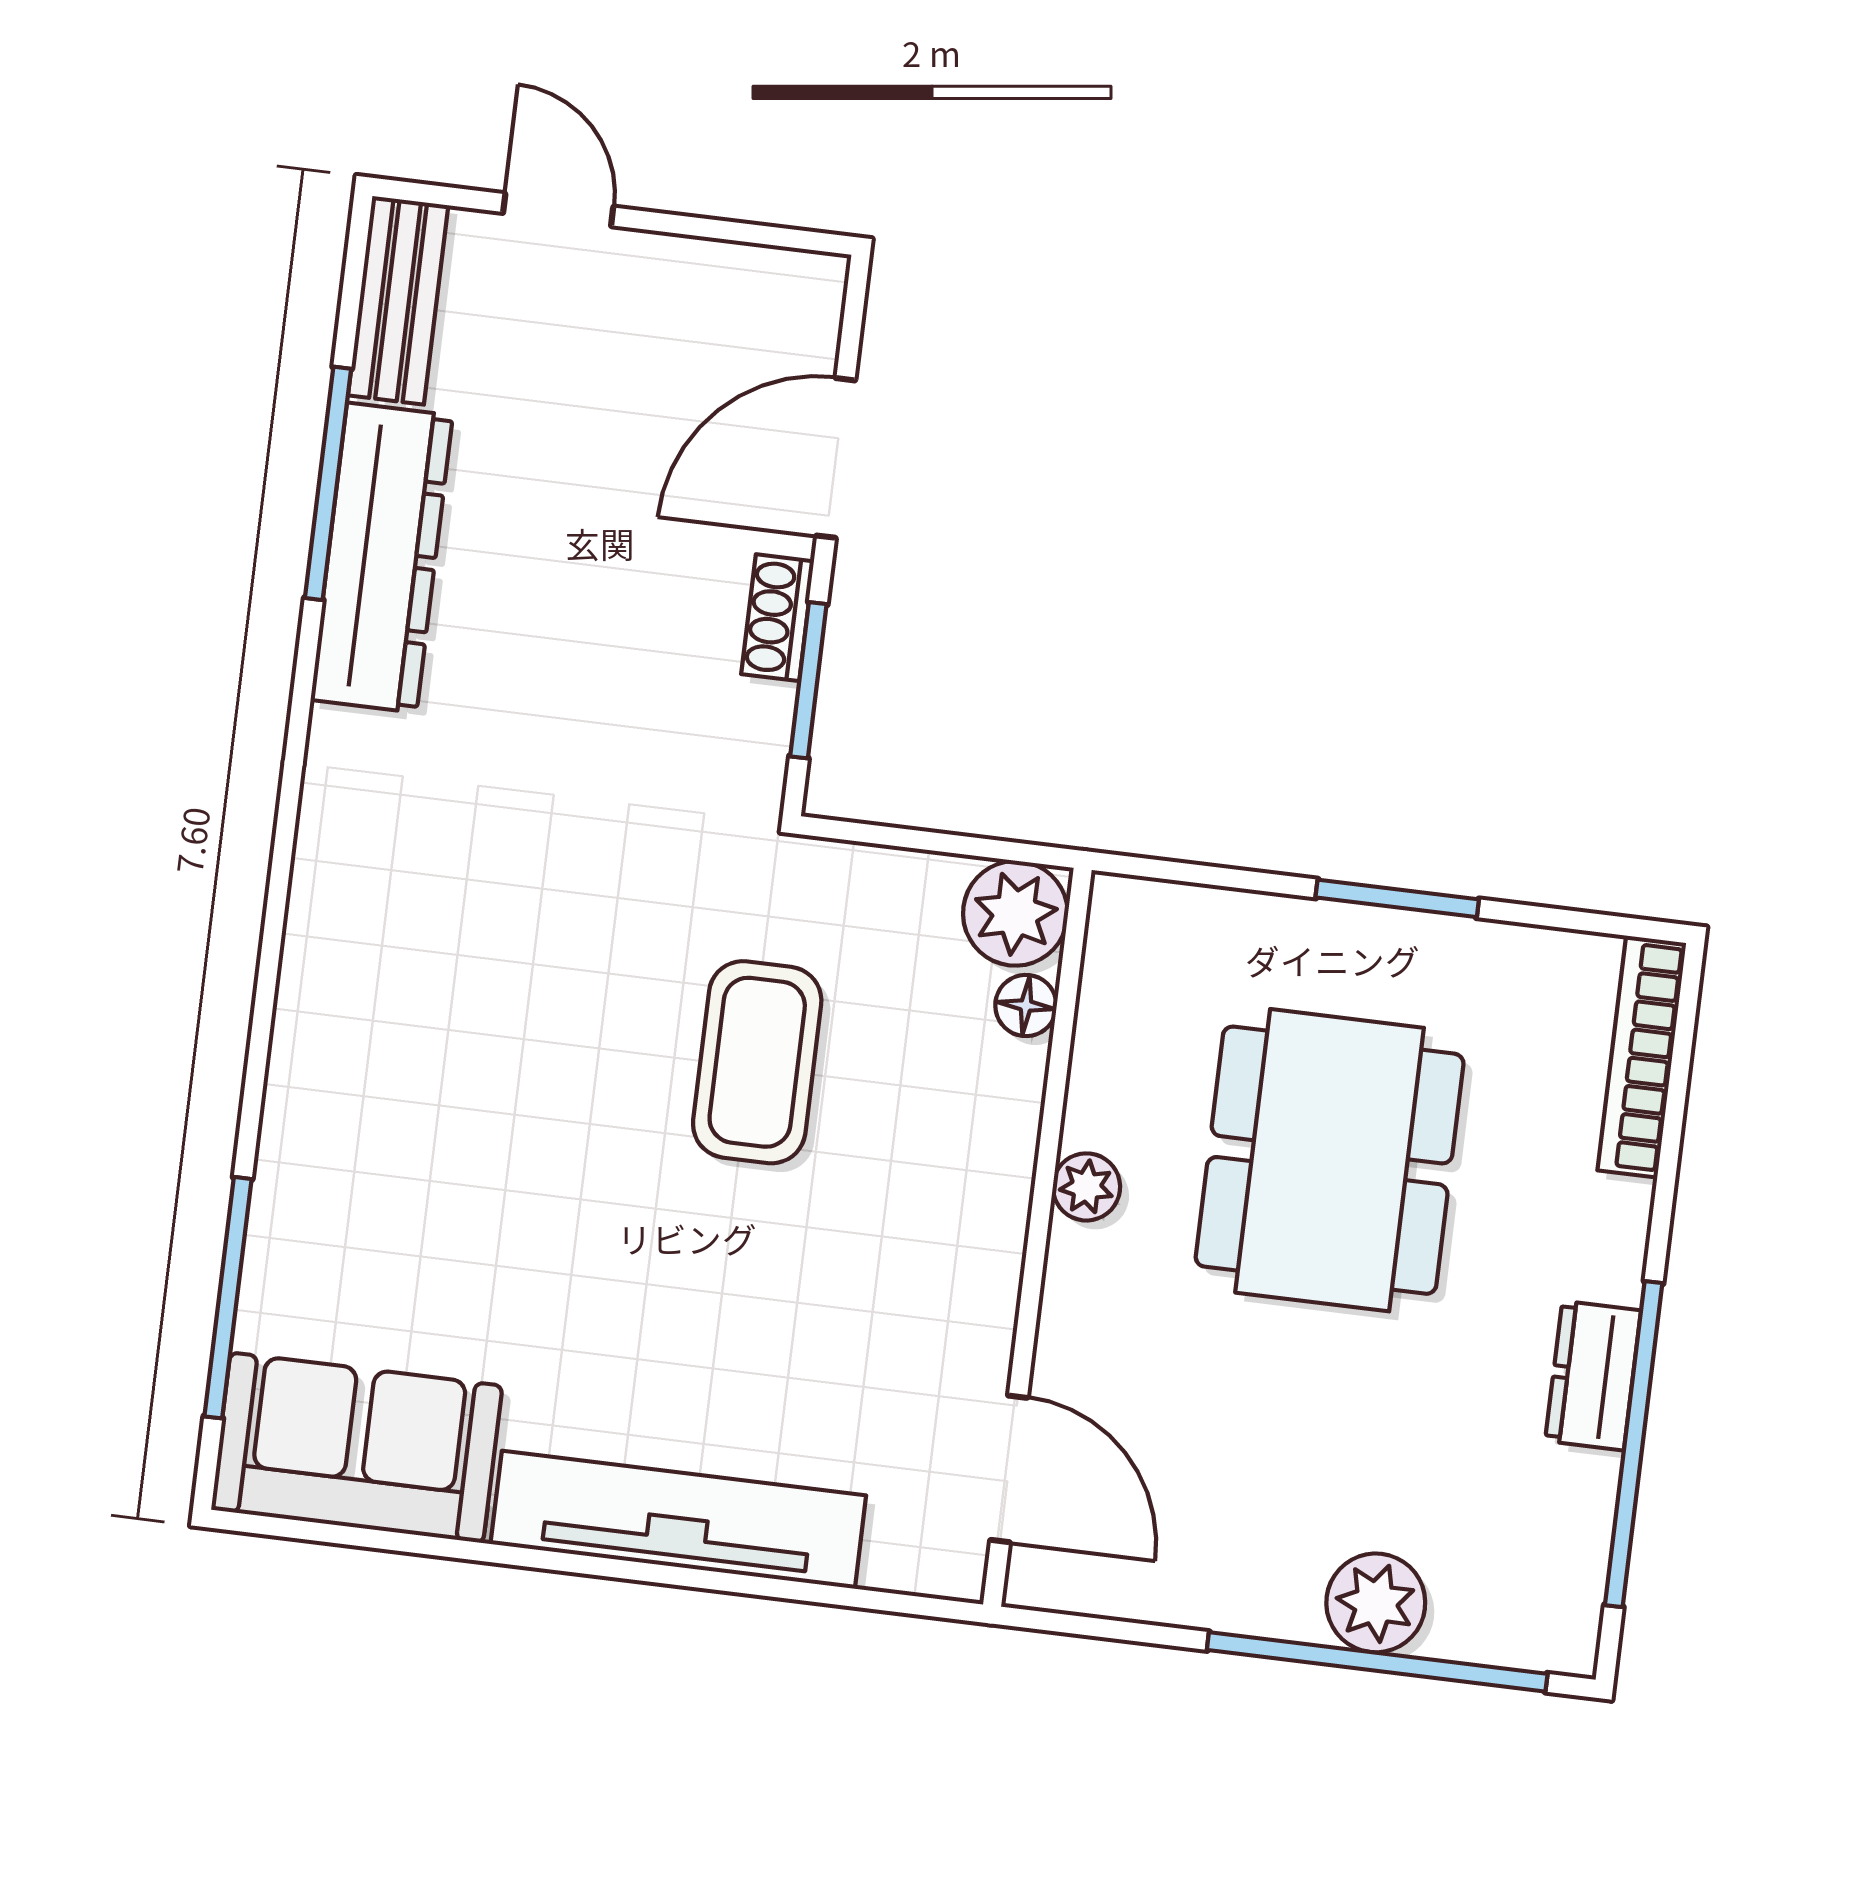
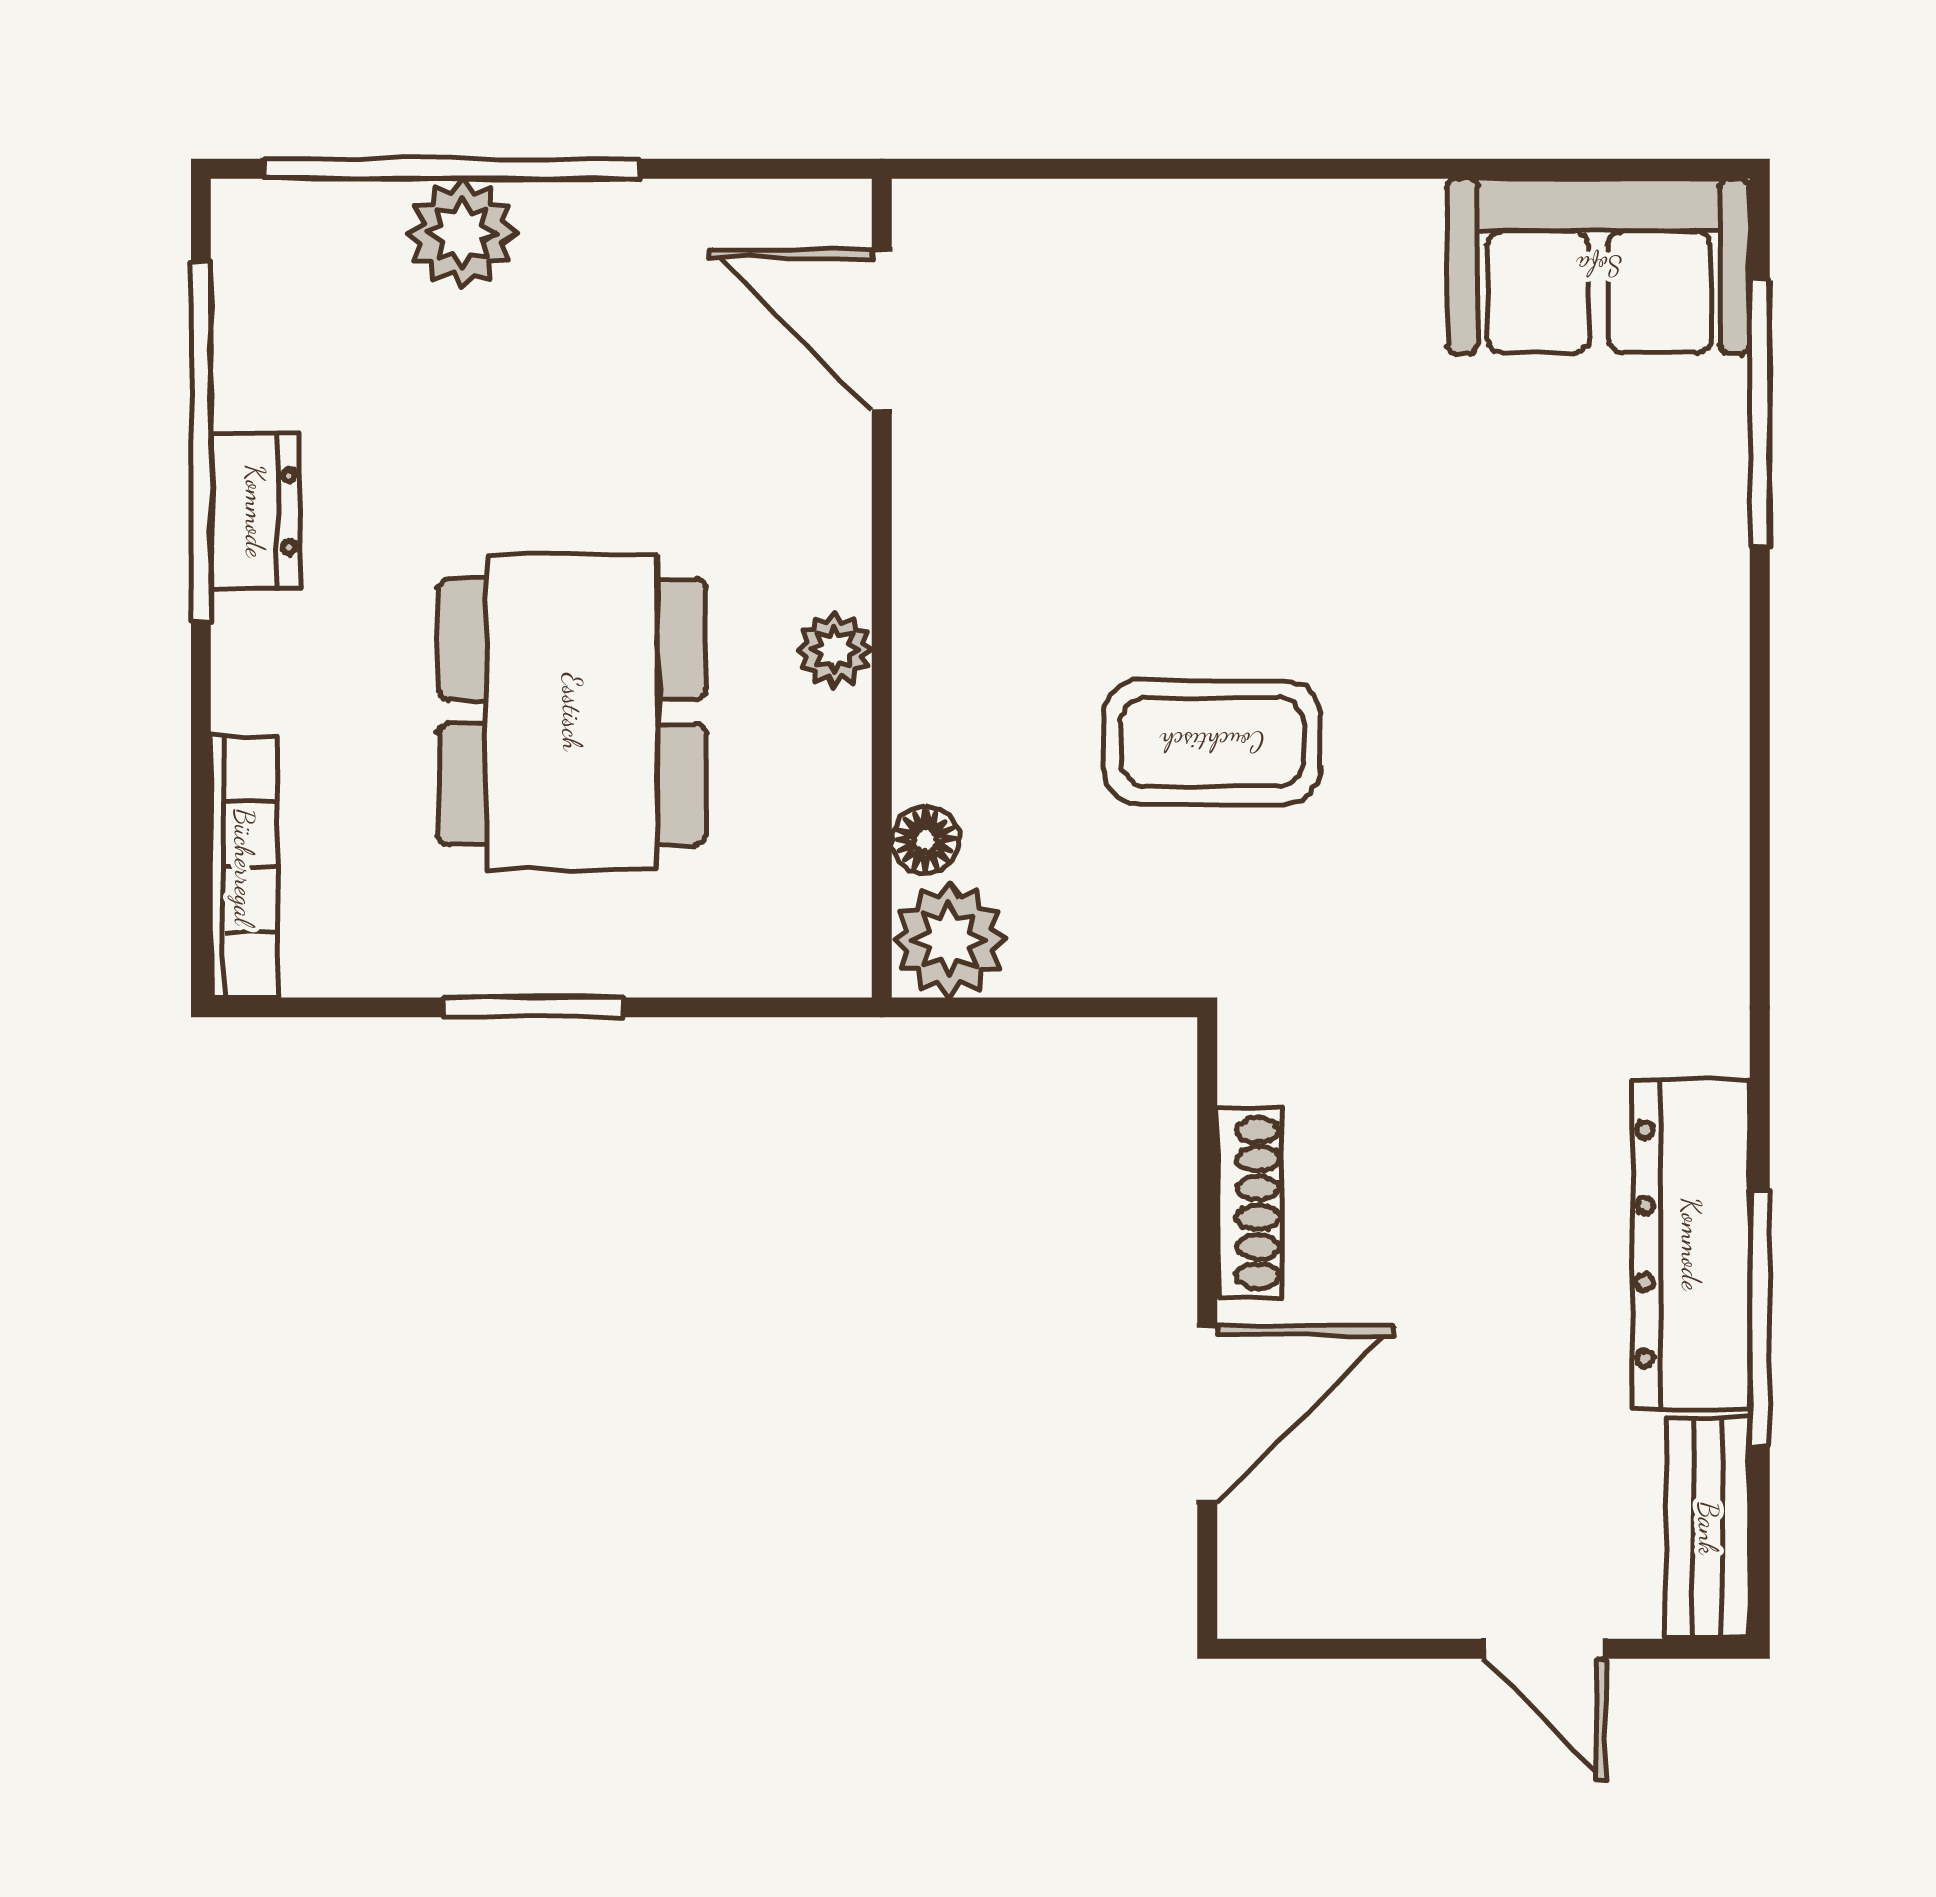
shoe rack: (778, 618) -> (1249, 1203), width x1.43
window: (808, 680) -> (1207, 1167), removed
coffee table: (757, 1062) -> (1212, 742), turned 90
tv unit: (678, 1520) -> (1237, 230), removed

